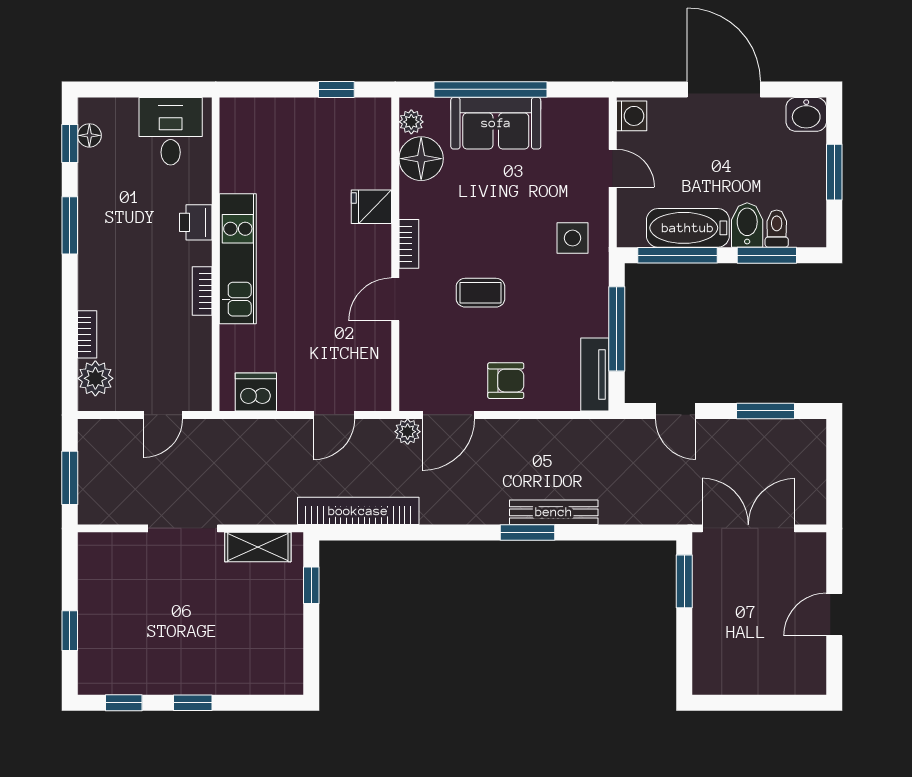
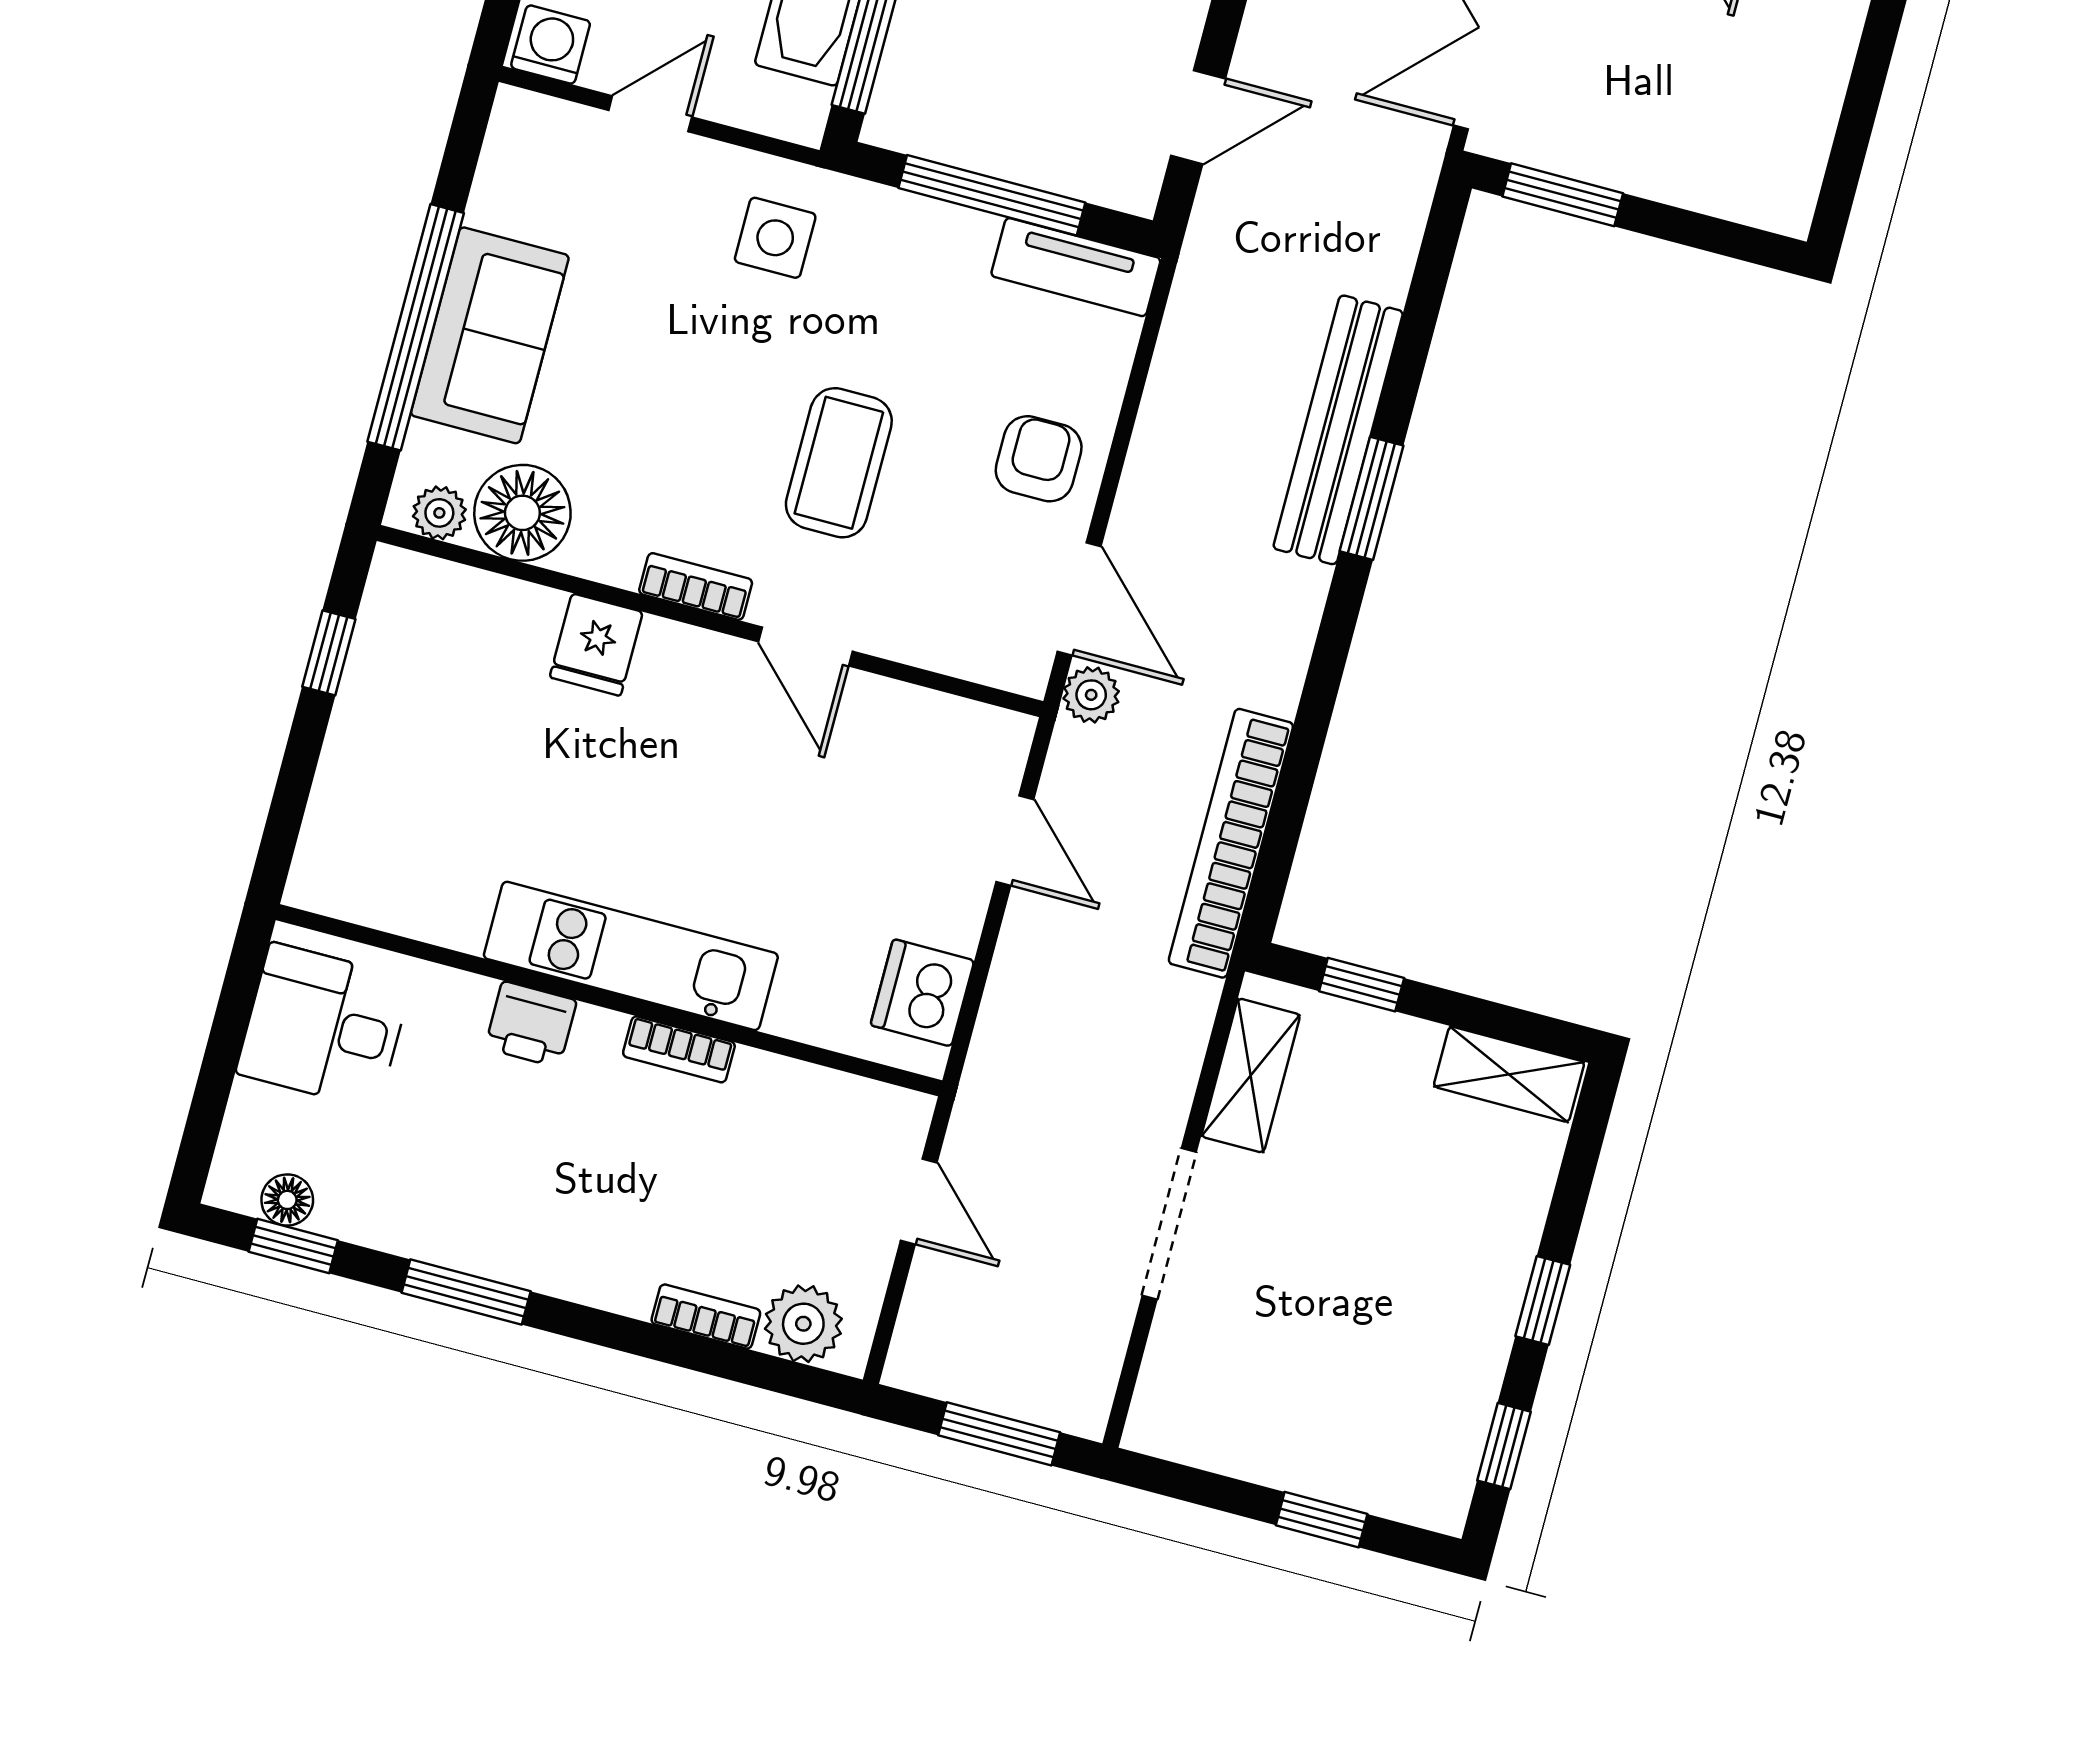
coffee table: (480, 293) -> (839, 463), width x1.36, depth x1.30
bench: (554, 512) -> (1338, 430), width x1.37, depth x1.21
shelving: (289, 661) -> (1509, 1074), added

